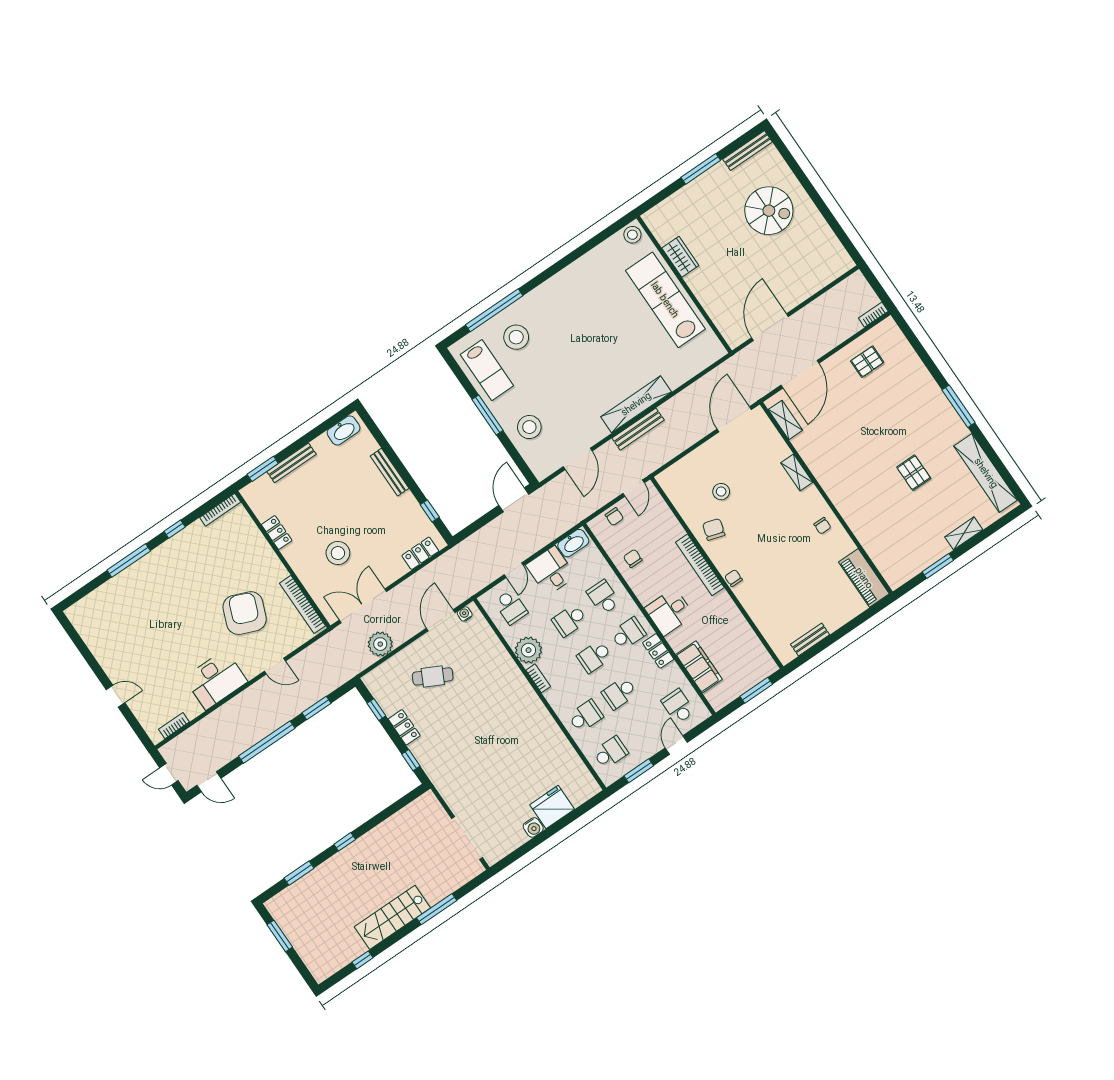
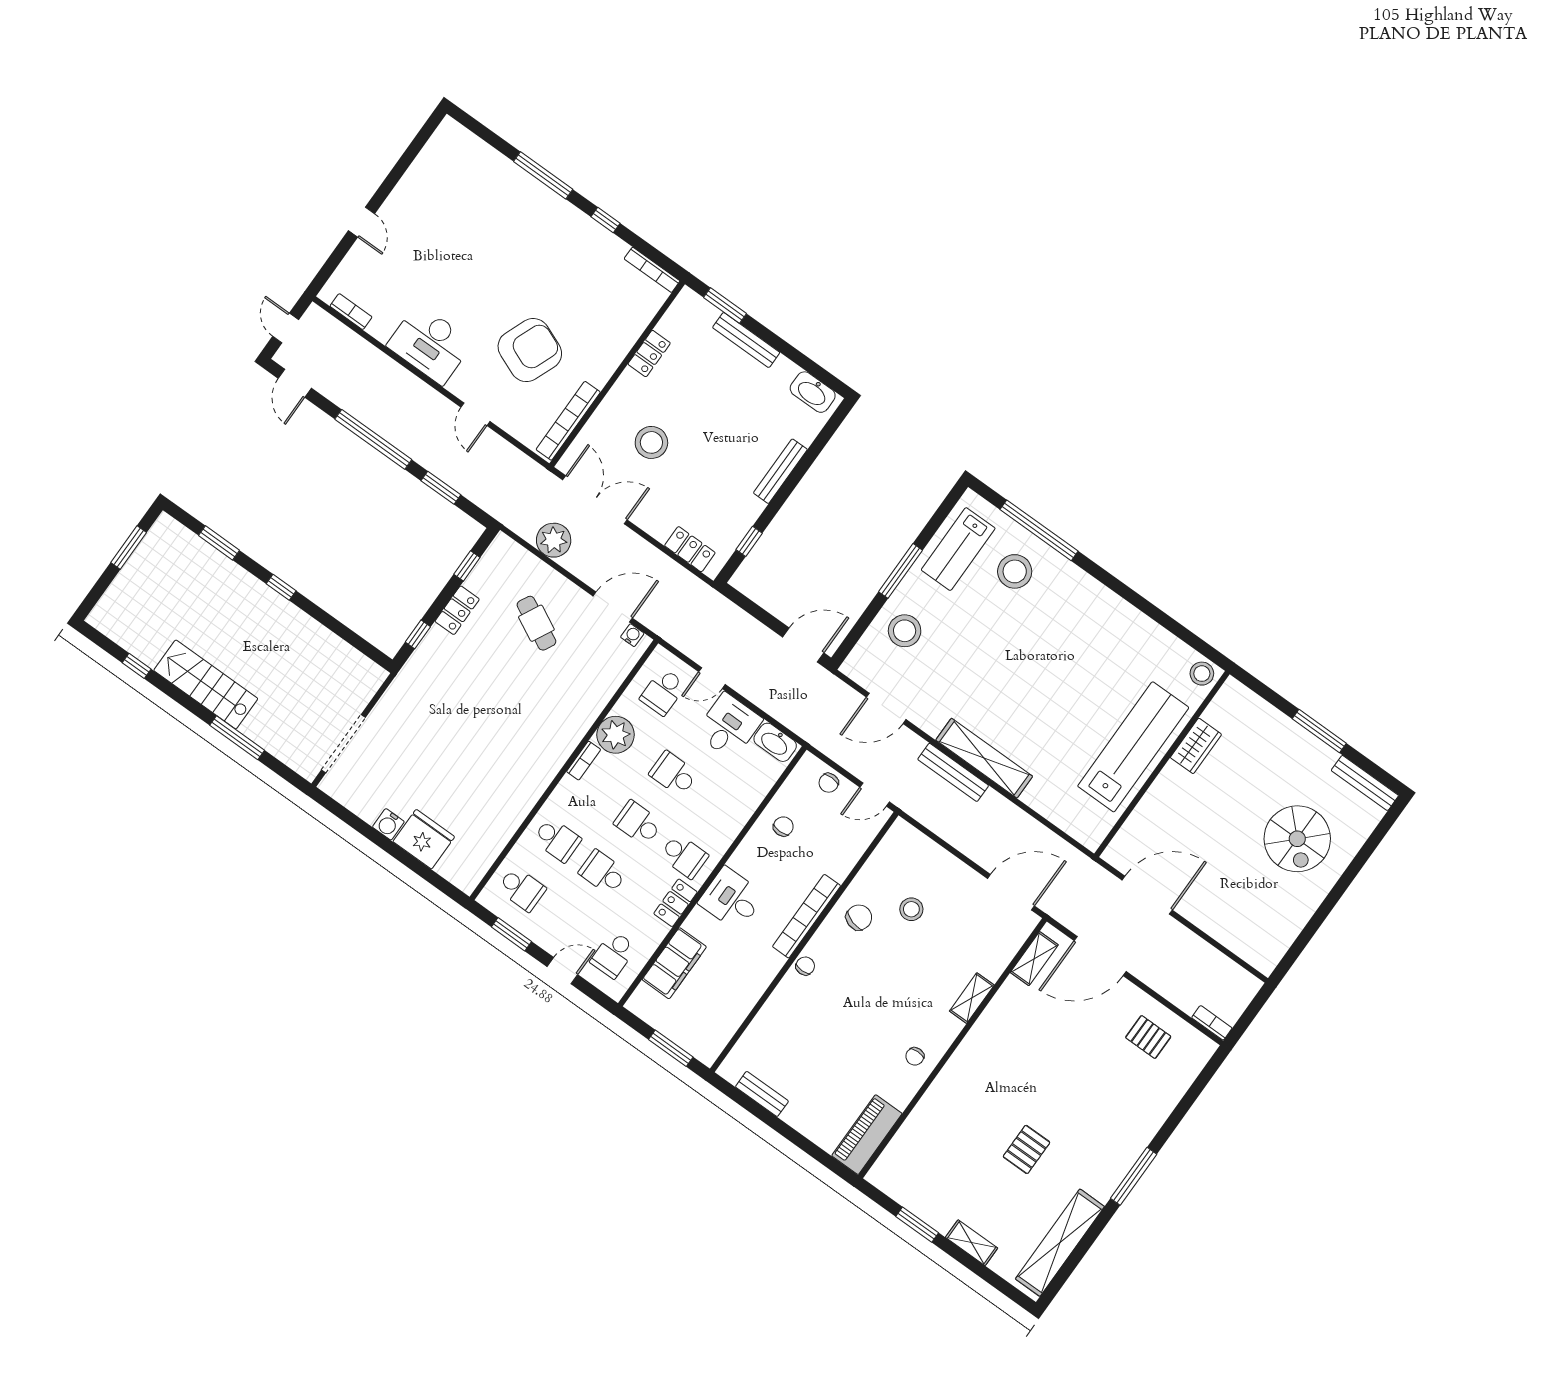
school desk: (603, 597) -> (719, 807), removed
school desk: (678, 706) -> (613, 955), turned 180

